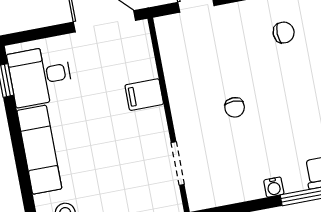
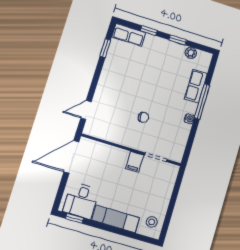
chair: (284, 33) -> (121, 77), removed
filing cabinet: (144, 95) -> (135, 162), moved

